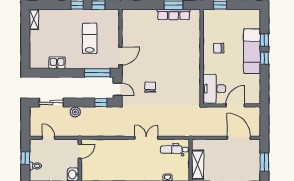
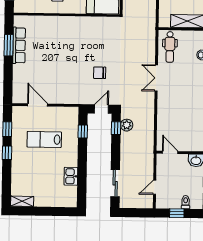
door: (120, 56) -> (38, 105), moved
window: (97, 73) -> (83, 131), width x0.46
plant: (75, 112) -> (127, 125), moved

